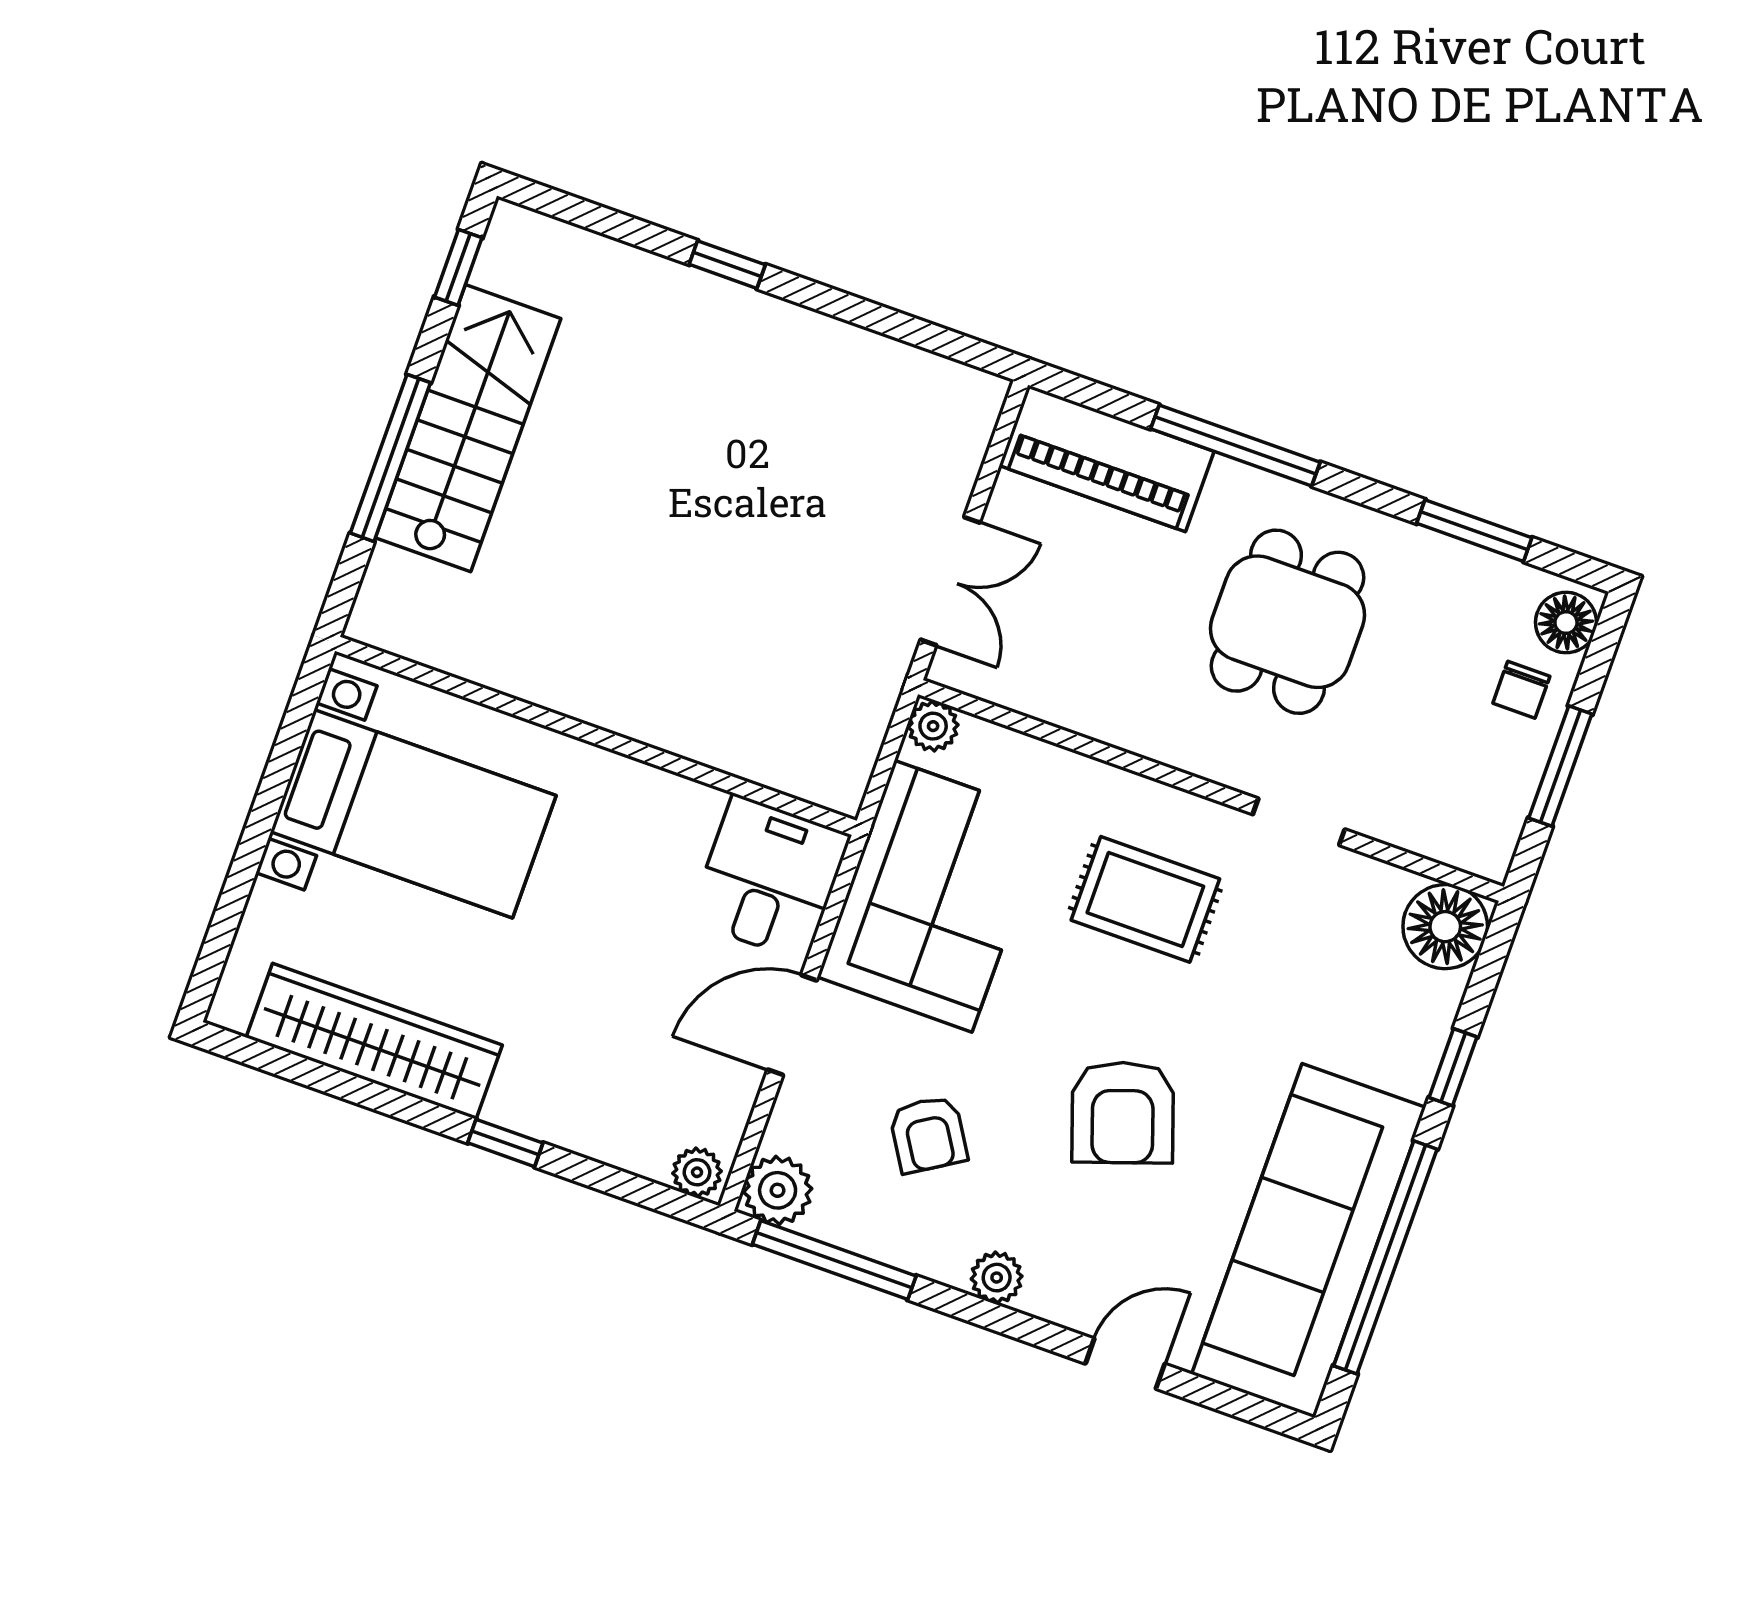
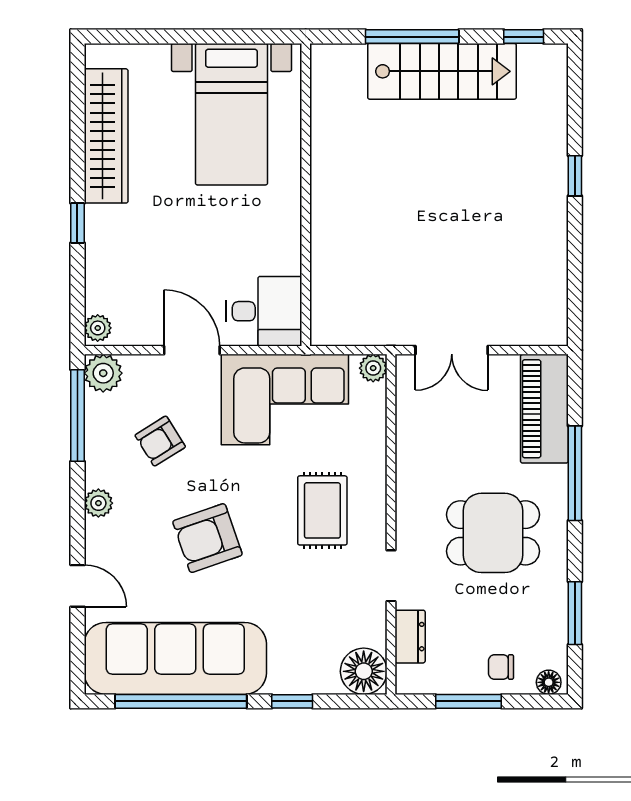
floor lamp: (1566, 623) -> (549, 682), width x0.73, depth x0.73
dresser: (1414, 826) -> (410, 637), added

